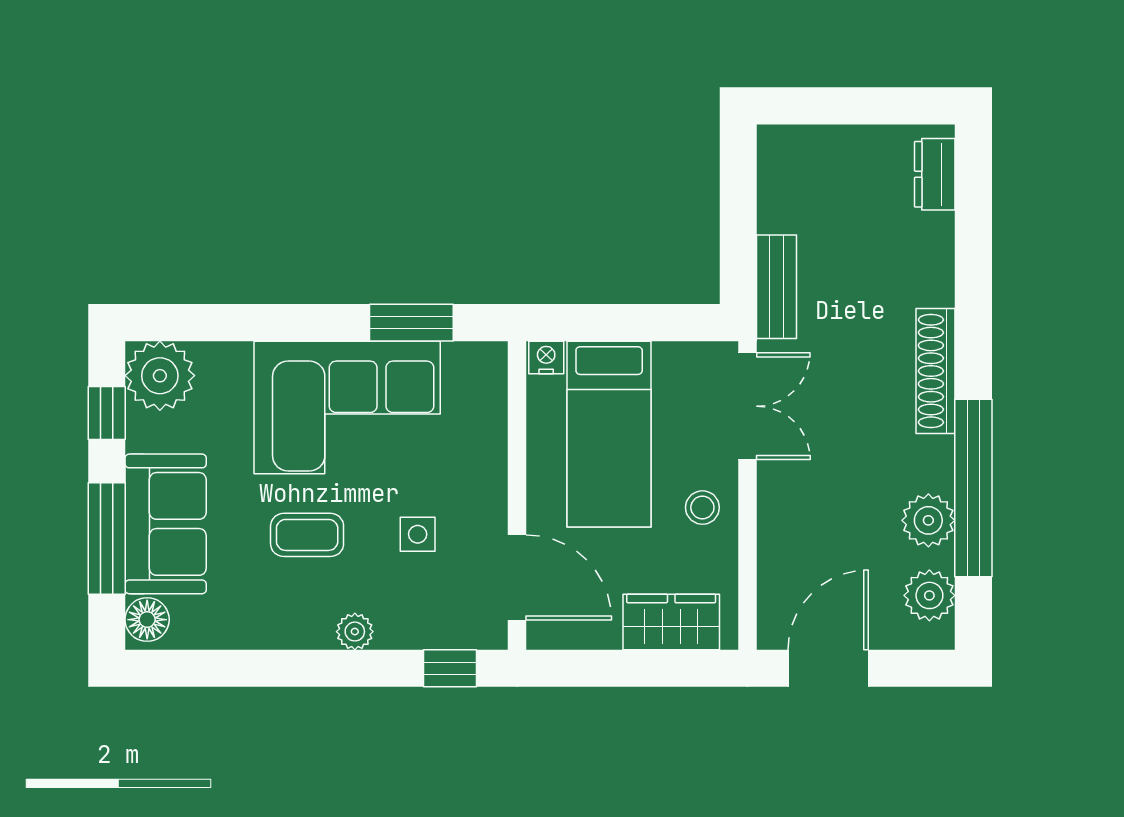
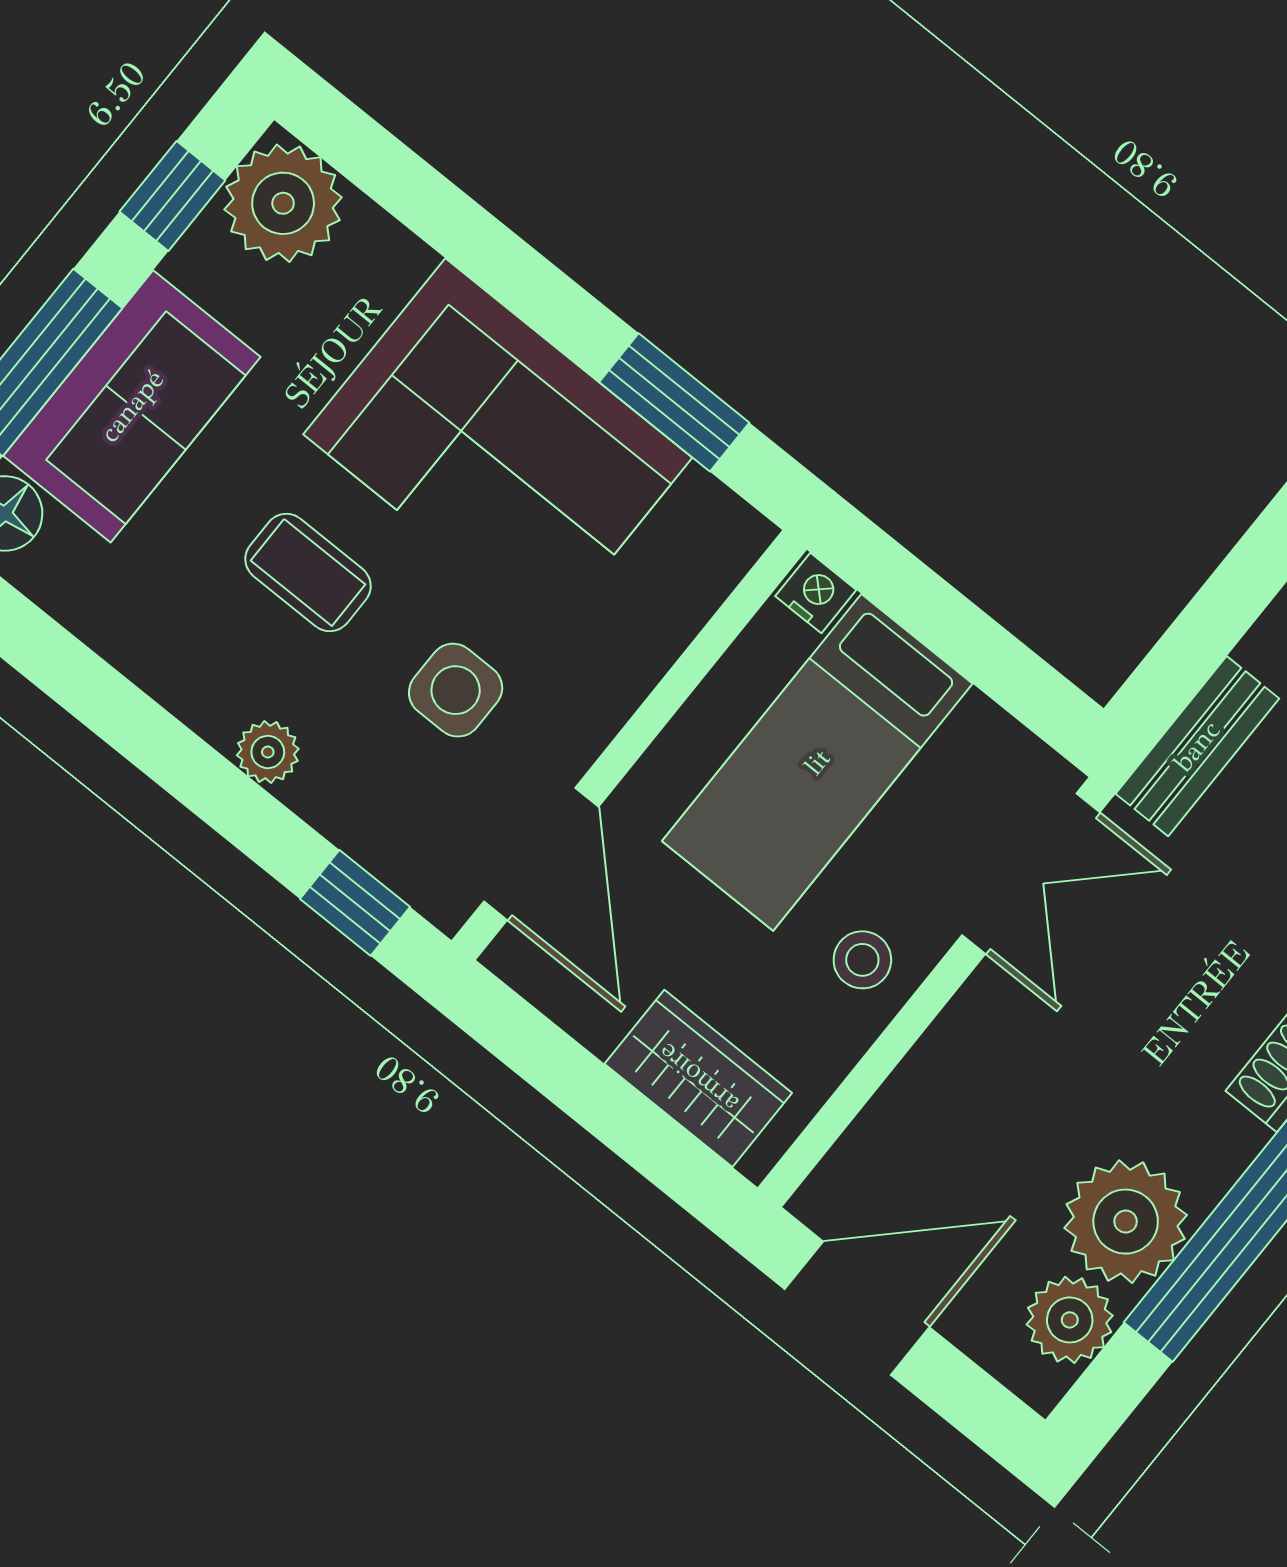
plant: (928, 520) -> (1126, 1222), width x1.36, depth x1.36
side table: (418, 534) -> (456, 690), width x1.37, depth x1.37

